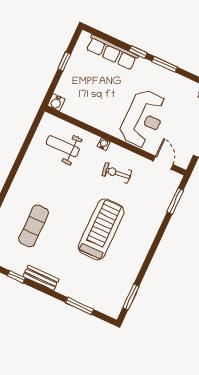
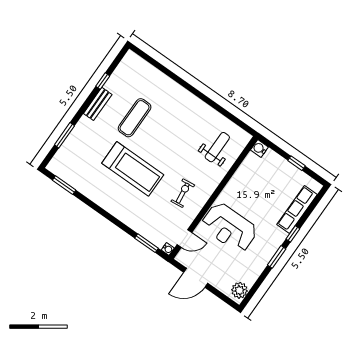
water cooler: (104, 144) -> (168, 249), moved
exercise mat: (34, 226) -> (135, 118), moved, turned 90

